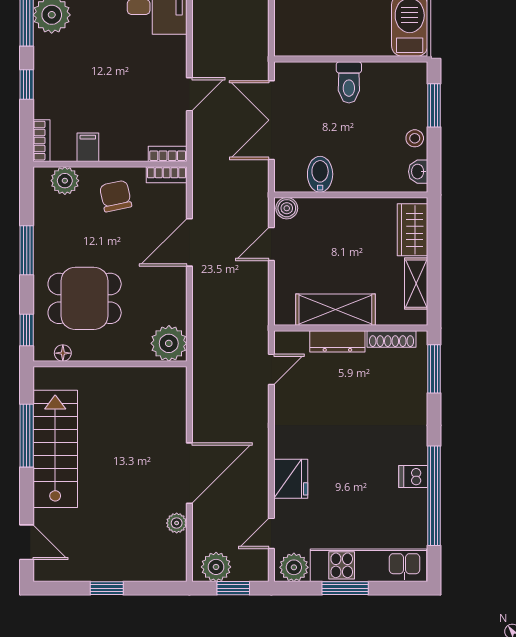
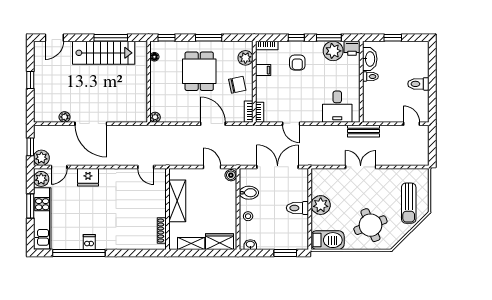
plant: (343, 38) -> (321, 205), added
armchair: (74, 83) -> (297, 63), added
stool: (415, 138) -> (248, 216), moved
dining table: (85, 298) -> (199, 71), moved
dresser: (337, 341) -> (161, 202), removed
plant: (169, 343) -> (155, 117), width x0.53, depth x0.53
window: (434, 369) -> (146, 253), removed
door: (271, 533) -> (59, 167), swing flipped
plant: (216, 567) -> (41, 158), moved

